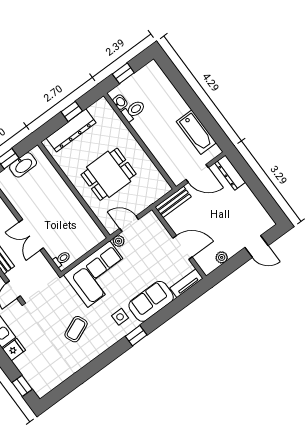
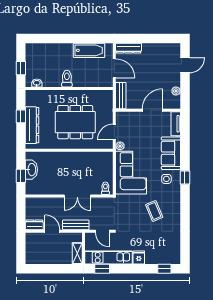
toilet: (133, 111) -> (67, 79), moved
door: (197, 173) -> (114, 68), hinge flipped
dining table: (109, 174) -> (75, 122), width x1.38

